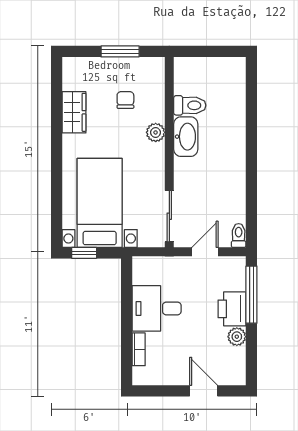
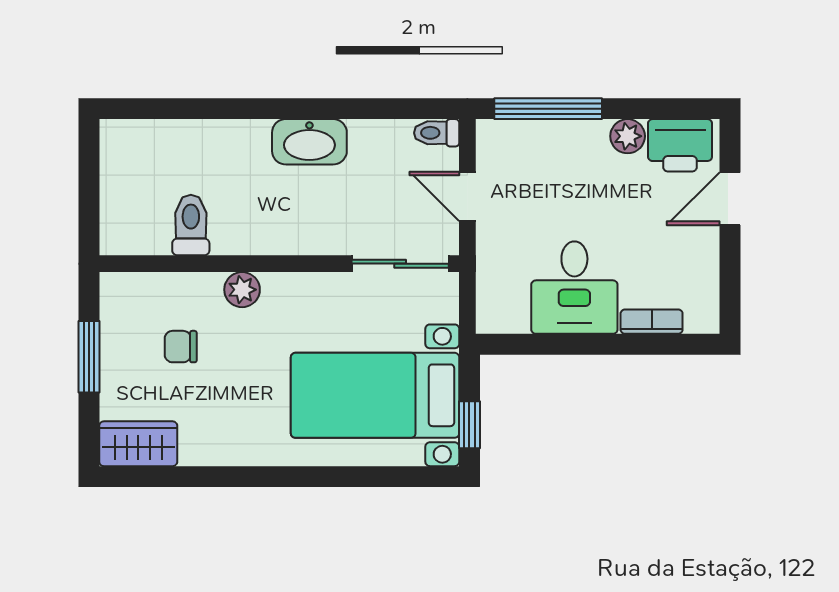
wardrobe: (74, 112) -> (138, 444), moved
washbasin: (186, 137) -> (309, 142), moved, turned 180
printer: (232, 309) -> (680, 145), moved

